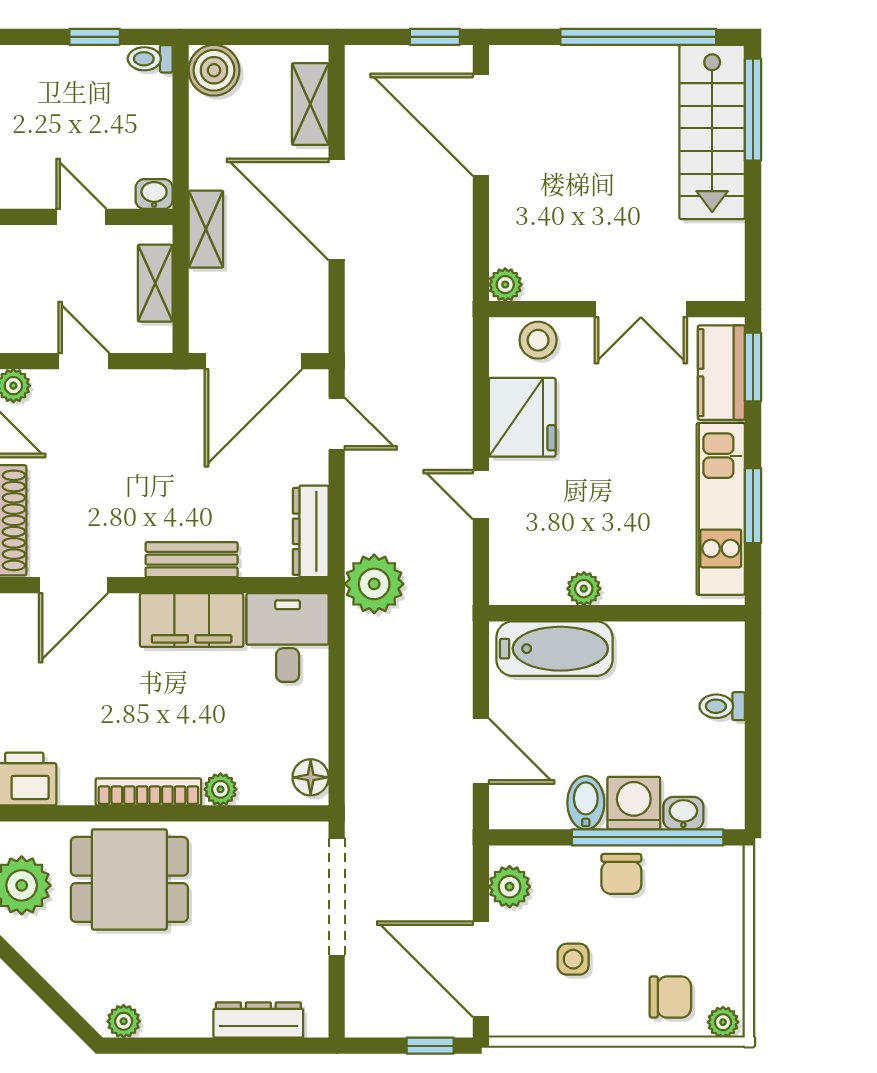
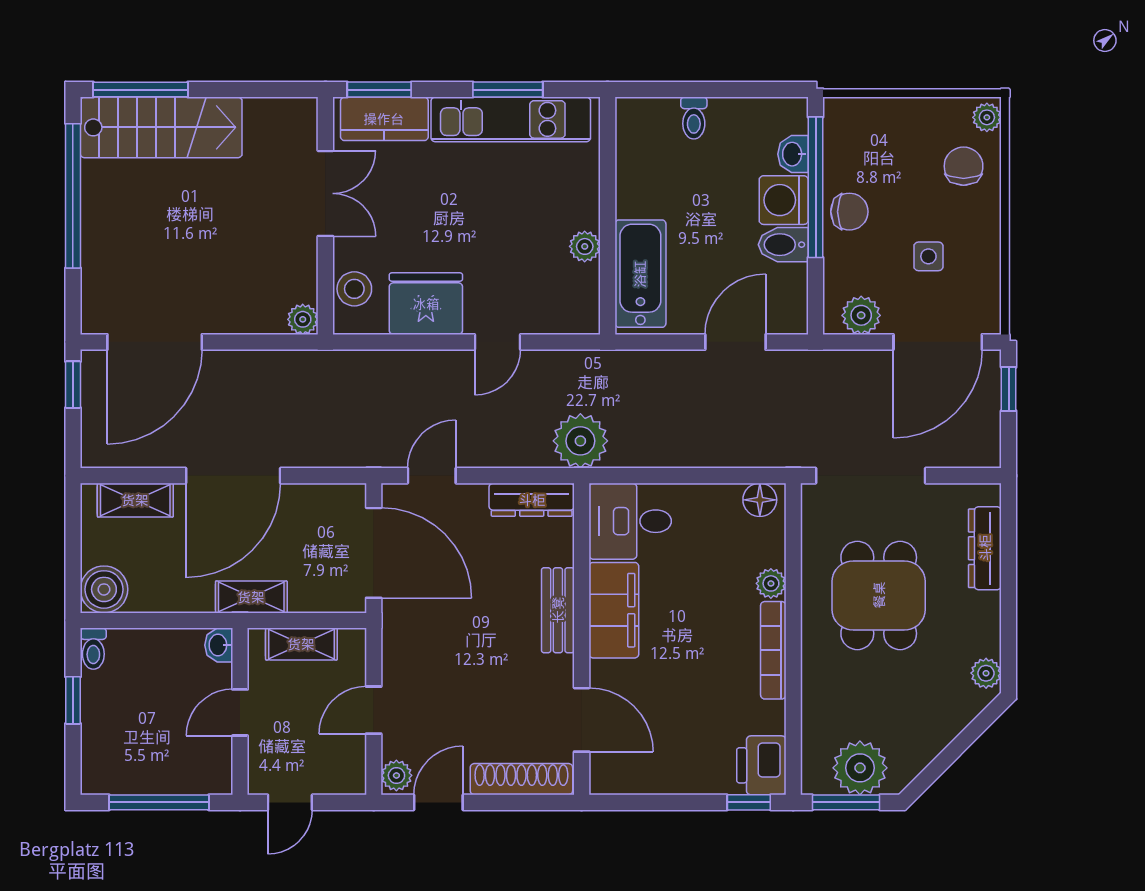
dining table: (129, 879) -> (879, 595), moved

